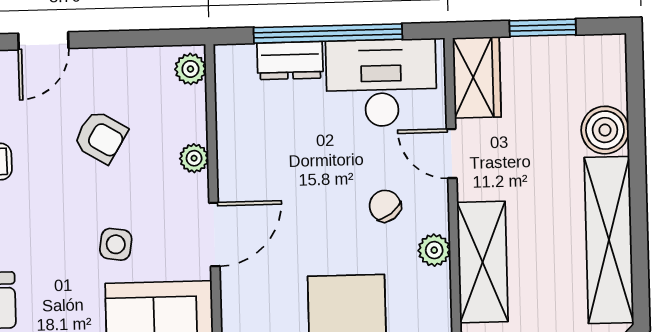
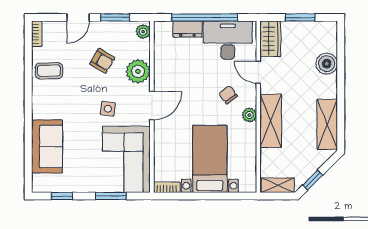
window: (127, 39) -> (115, 17), added
plant: (194, 158) -> (138, 71), width x1.88, depth x1.88
shelving: (609, 240) -> (327, 124), width x0.68

